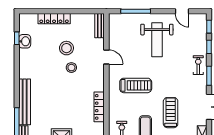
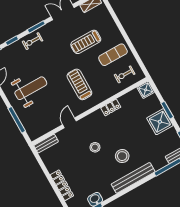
stool: (66, 48) -> (122, 156), moved
bench: (25, 102) -> (133, 178), moved
locker: (99, 107) -> (111, 107), width x0.66

